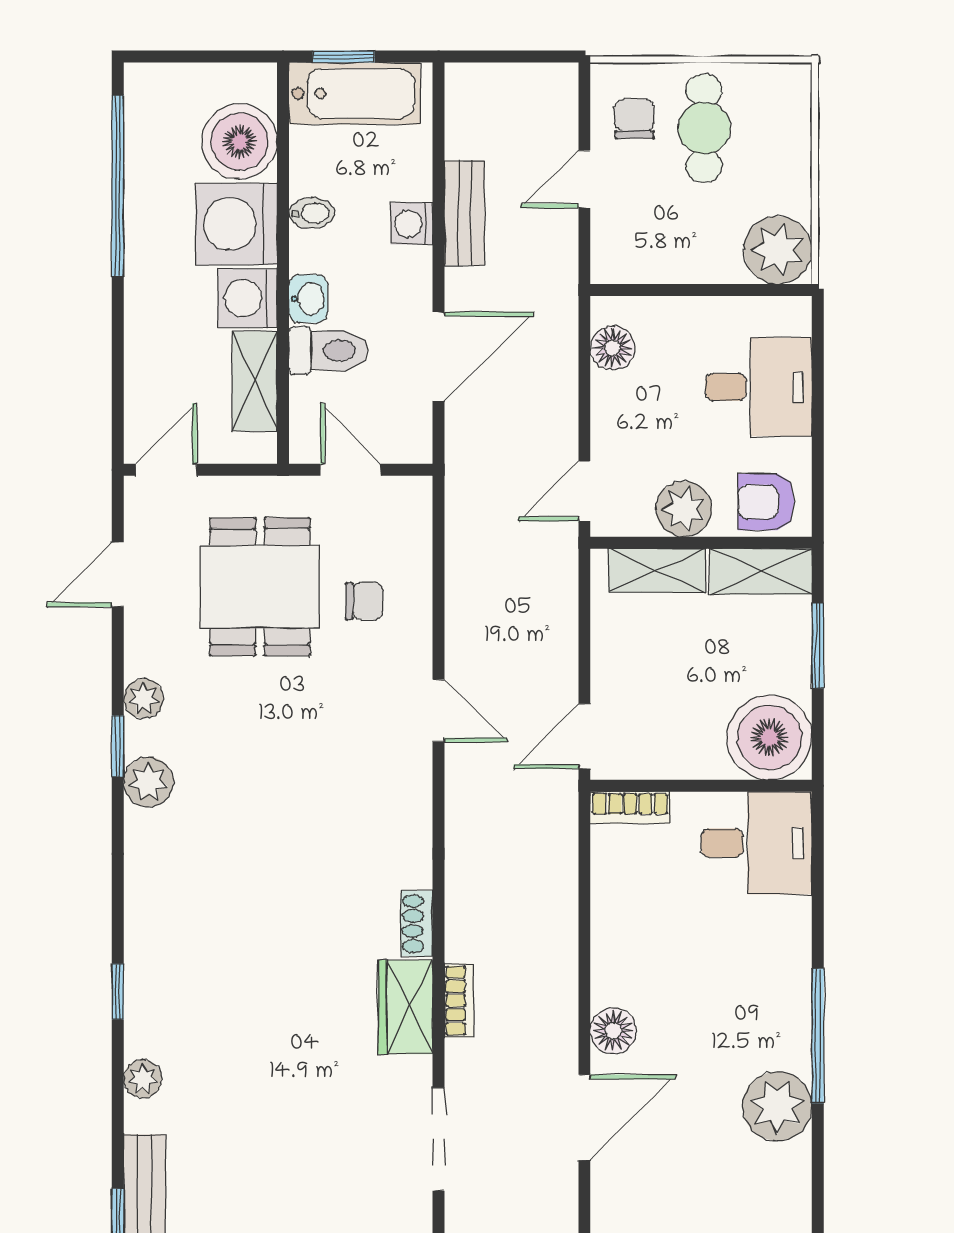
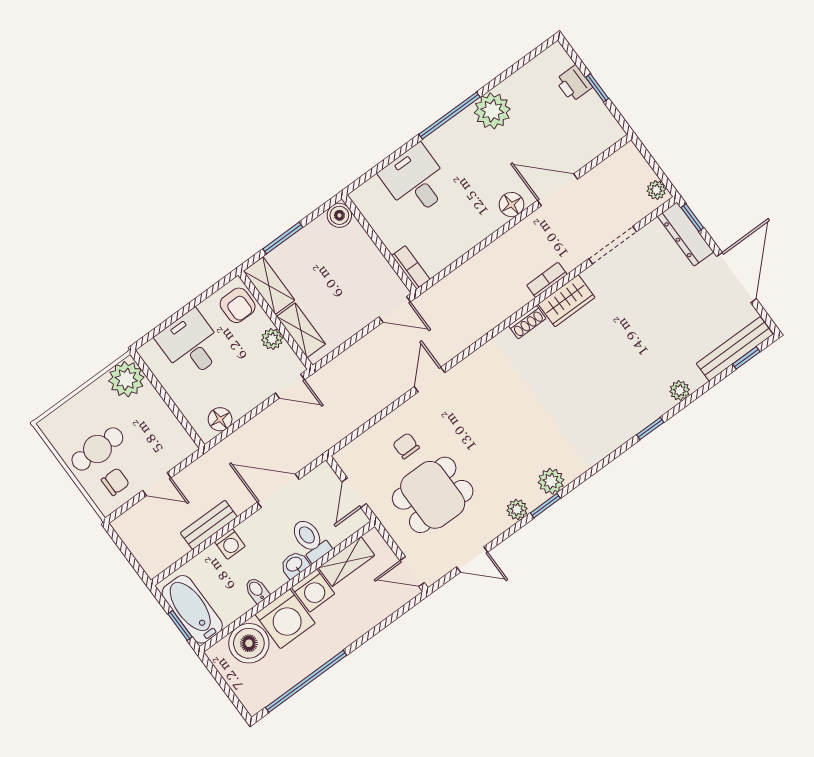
chair: (634, 119) -> (115, 482), turned 180
plant: (684, 509) -> (272, 339), width x0.73, depth x0.73
boiler: (769, 737) -> (339, 215), width x0.54, depth x0.54
desk: (757, 843) -> (416, 181), moved

